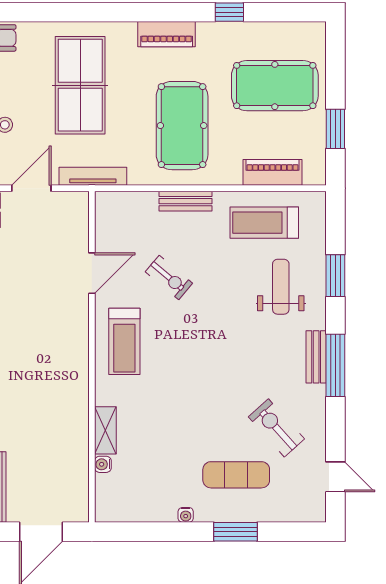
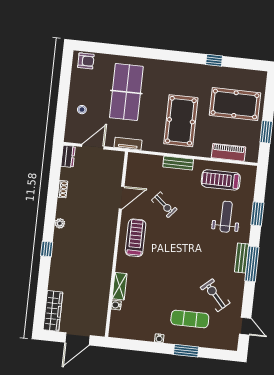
piano: (167, 34) -> (178, 69), removed
tv unit: (93, 176) -> (128, 144), width x0.71
treadmill: (124, 341) -> (136, 238), turned 180

